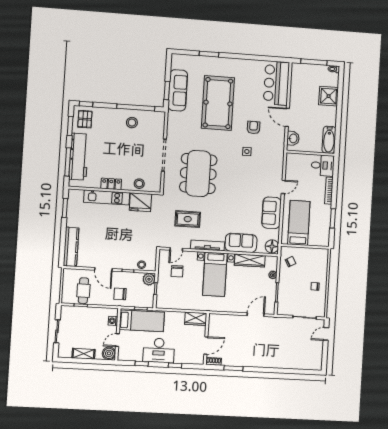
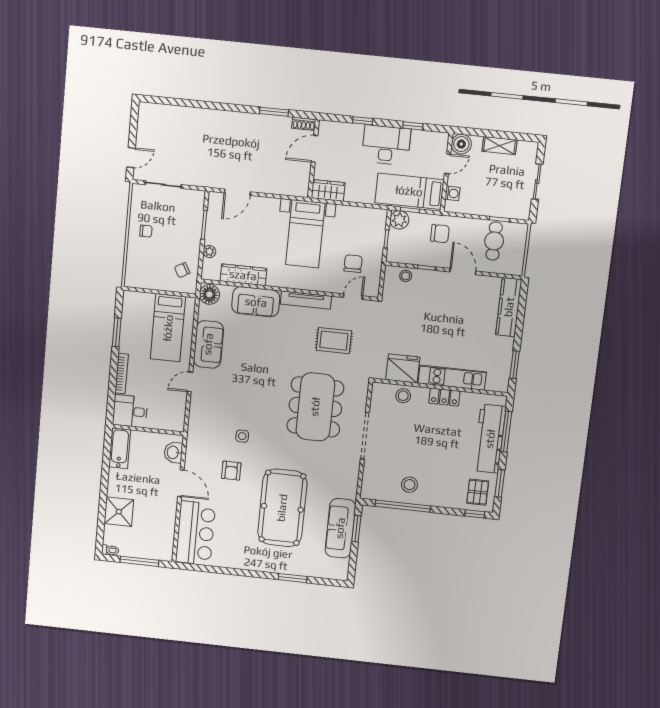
bed with nightstands: (215, 274) -> (305, 234), moved, turned 180
plant: (149, 279) -> (399, 220), moved

